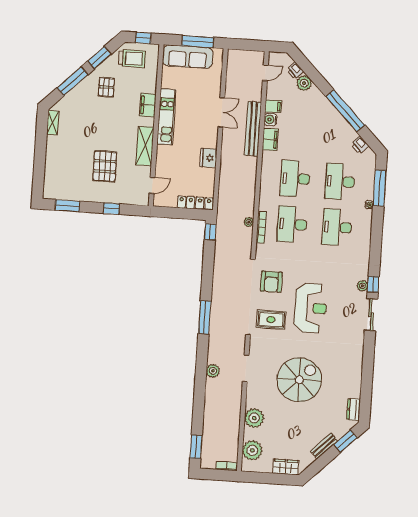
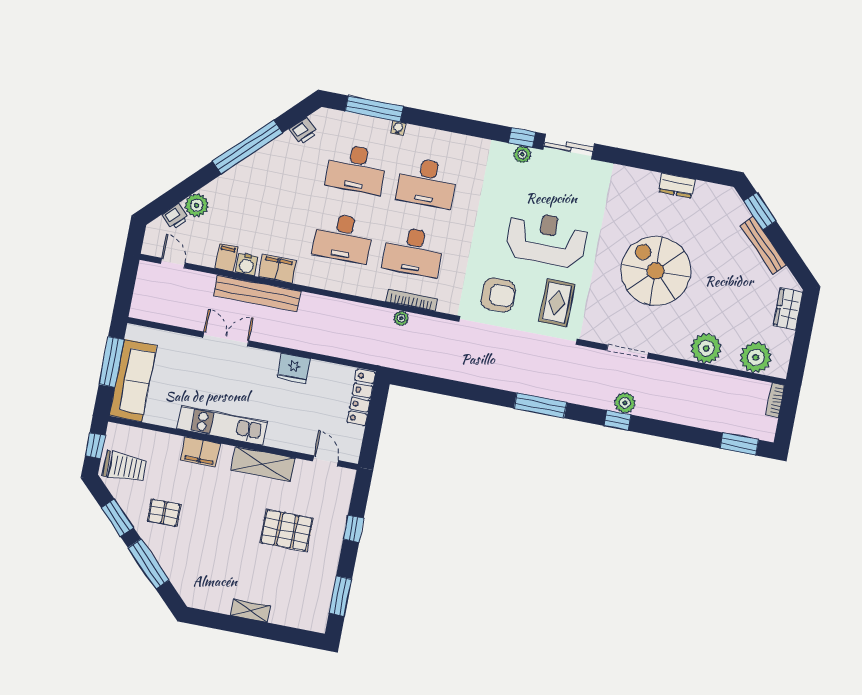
trolley: (132, 58) -> (125, 467), turned 90
shelving: (53, 123) -> (250, 611), moved
window: (210, 232) -> (618, 420), moved
dresser: (353, 409) -> (677, 186), moved
bench: (324, 446) -> (763, 245), width x1.36

